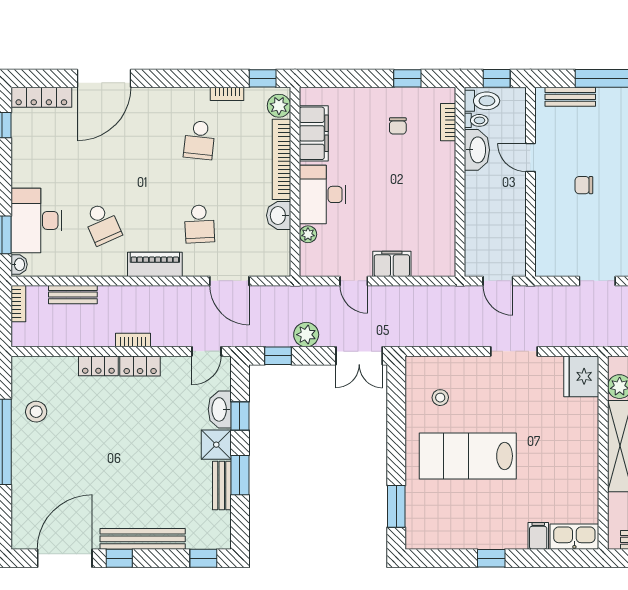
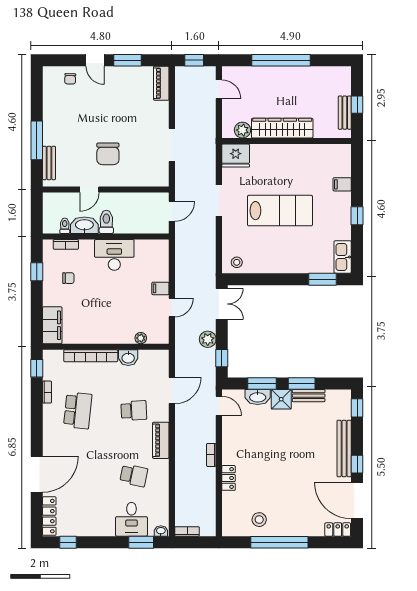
door: (104, 78) -> (37, 474), hinge flipped
window: (497, 78) -> (37, 212), removed
toilet: (482, 101) -> (106, 222), moved
plant: (279, 106) -> (55, 357), removed
filing cabinet: (314, 133) -> (52, 325), moved, turned 90
school desk: (199, 140) -> (78, 411), width x1.85
chair: (584, 185) -> (108, 154), width x1.87, depth x1.87
desk: (323, 194) -> (114, 255), moved, turned 180
desk: (37, 220) -> (131, 519), width x0.73
school desk: (102, 224) -> (134, 475), turned 36
filing cabinet: (392, 264) -> (160, 288), width x0.50
doorway: (597, 281) -> (172, 145), width x1.38
bench: (73, 295) -> (181, 495), removed
locker: (140, 366) -> (338, 530), moved, turned -90
stool: (440, 398) -> (237, 262), moved
window: (240, 416) -> (262, 383), width x1.50
lab bench: (468, 456) -> (280, 211), moved, turned -90
kitchen sink: (574, 537) -> (343, 257), moved

